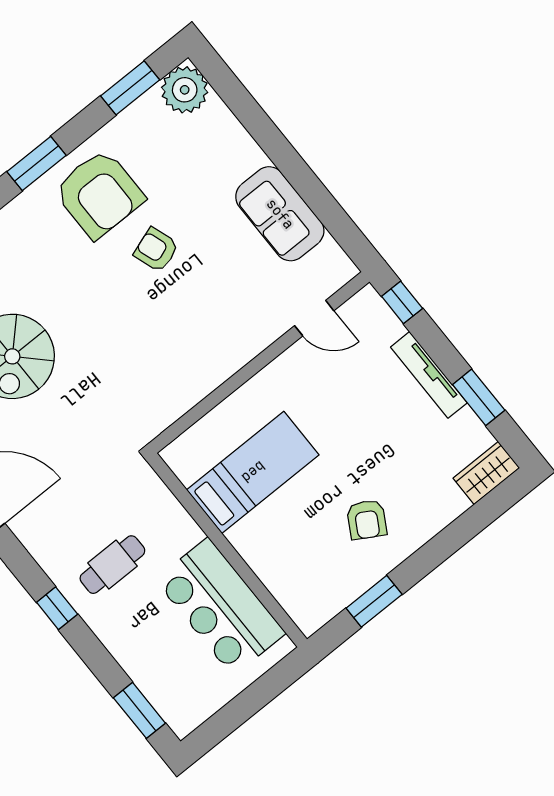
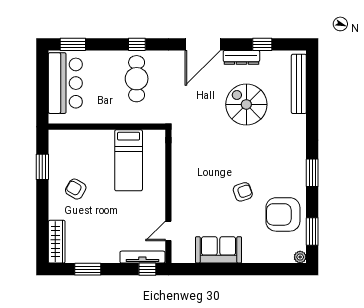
plant: (185, 90) -> (300, 257), width x0.53, depth x0.53
armchair: (99, 194) -> (283, 214), moved
tv unit: (429, 375) -> (142, 257), moved
wardrobe: (486, 473) -> (57, 242), width x1.50
cafe table: (112, 565) -> (137, 79), width x1.37, depth x1.35
bar counter: (220, 607) -> (65, 83), moved, turned 90

